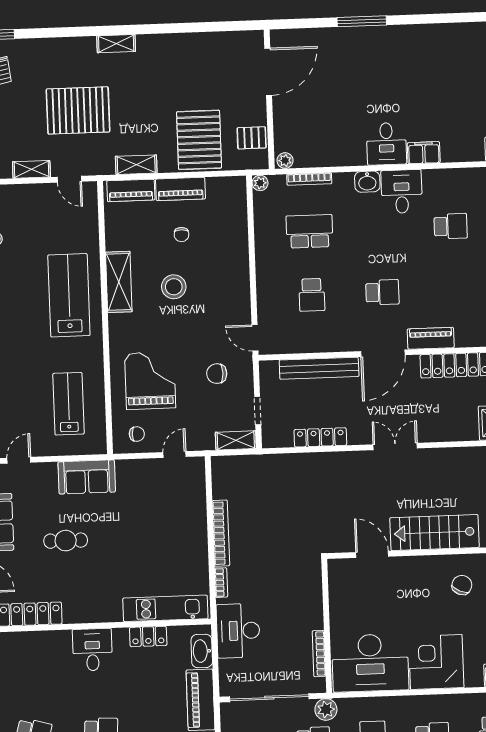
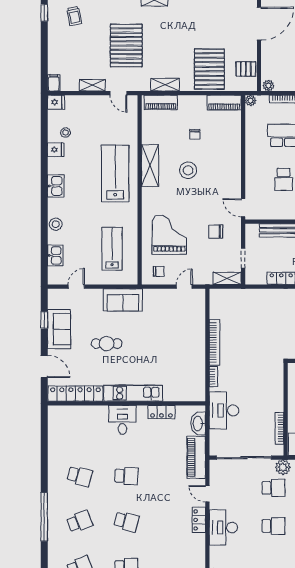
pallet: (78, 110) -> (126, 46), turned 90
piano: (180, 189) -> (224, 103), moved
kitchen unit: (165, 608) -> (133, 393), moved

